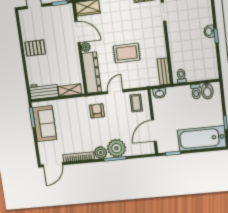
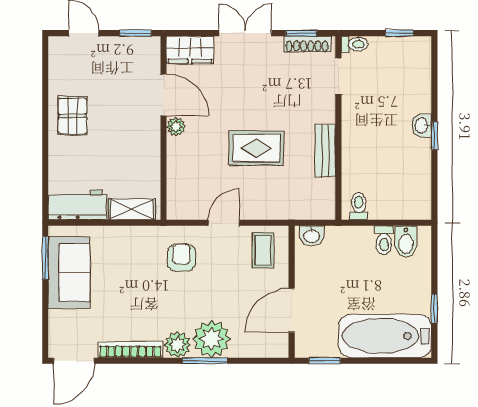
pallet: (35, 48) -> (73, 116), turned 90
bench: (164, 72) -> (325, 151), moved
dresser: (92, 73) -> (181, 179), removed

